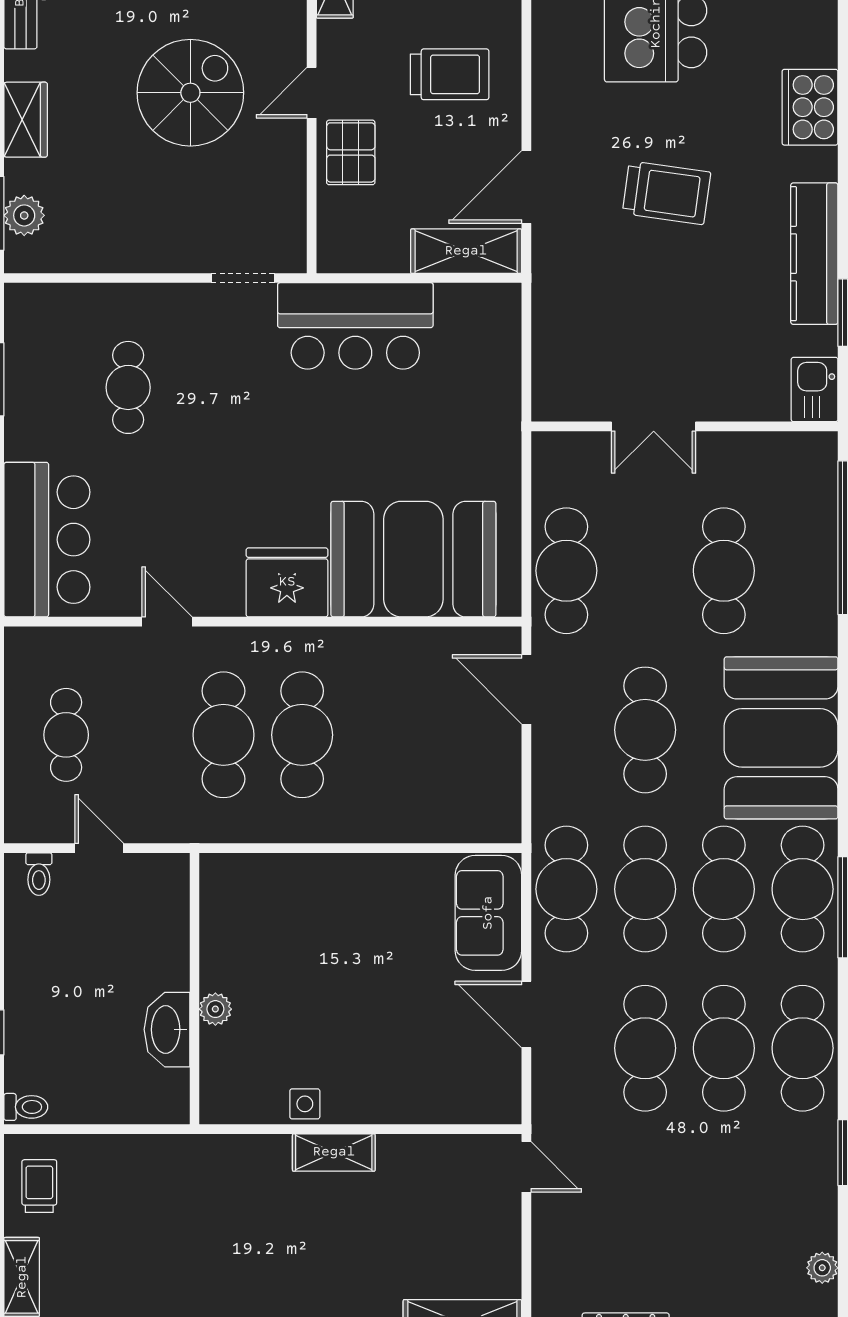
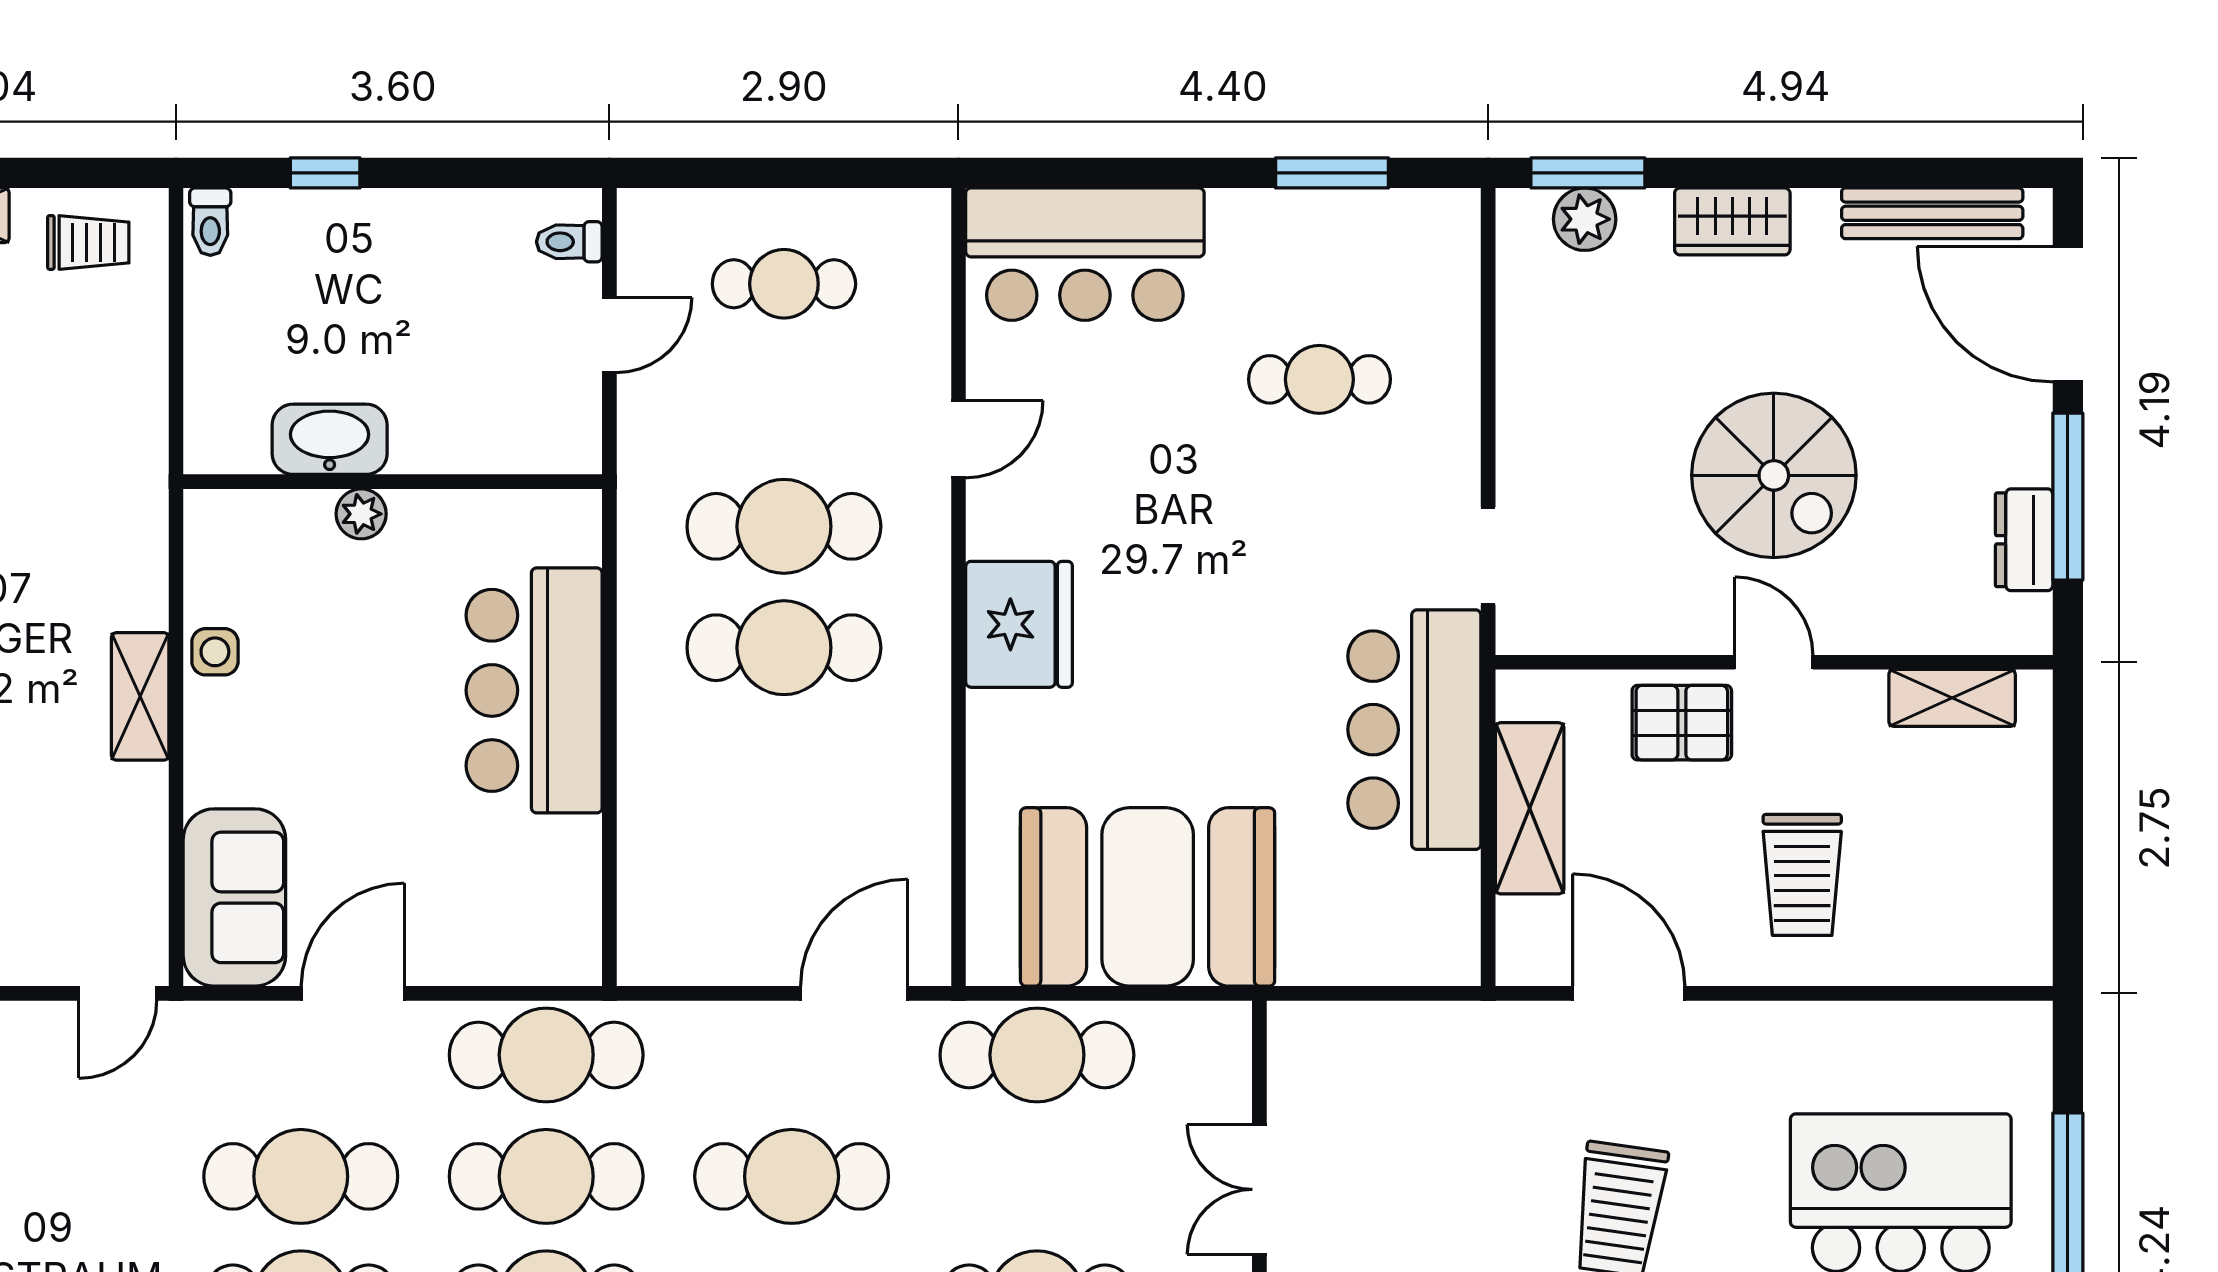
shelving: (466, 251) -> (1530, 808), moved
booth: (413, 559) -> (1148, 897), moved, turned 90
bar counter: (330, 897) -> (534, 690), added
sofa: (488, 913) -> (234, 897), moved, turned 90

